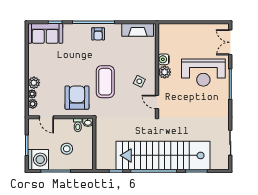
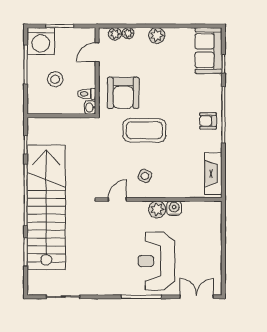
plant: (34, 83) -> (157, 36), moved
armchair: (77, 98) -> (123, 93), turned 90

